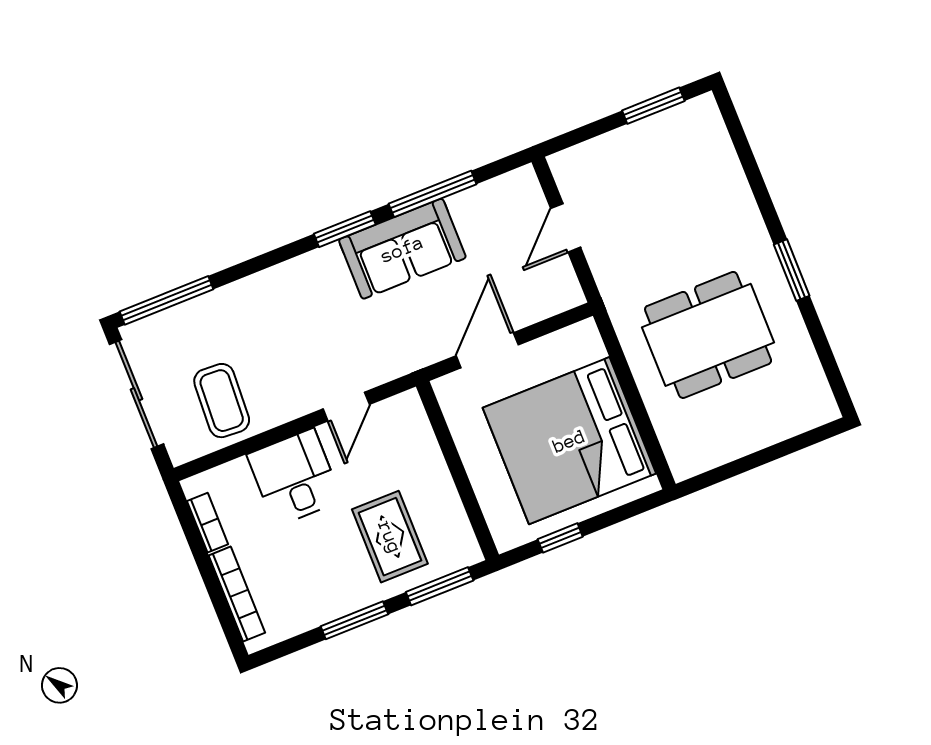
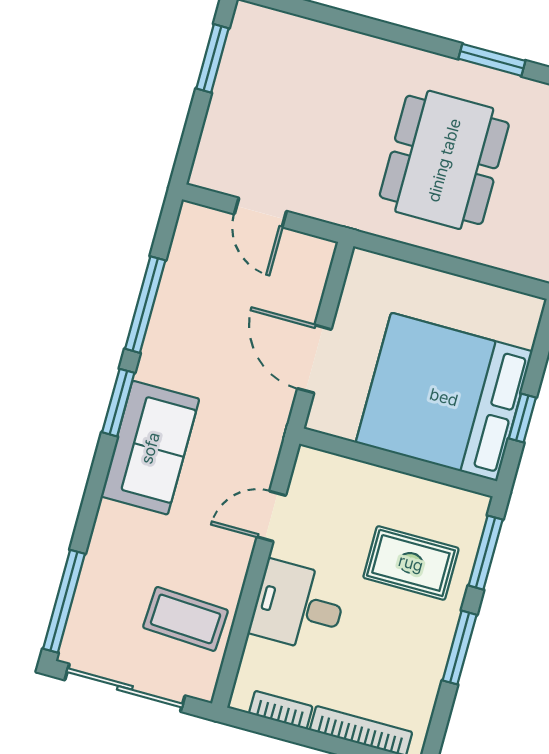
sofa: (402, 249) -> (150, 448), moved
window: (792, 270) -> (492, 60), moved
door: (346, 407) -> (271, 516), swing flipped
bed: (569, 441) -> (444, 397), moved, turned 90

